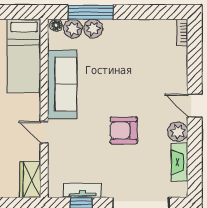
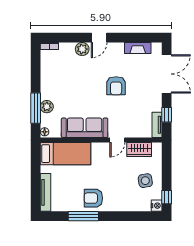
plant: (73, 29) -> (47, 120), removed
plant: (178, 132) -> (82, 49), moved
wardrobe: (30, 180) -> (139, 149), moved
tv unit: (82, 191) -> (157, 125), moved

